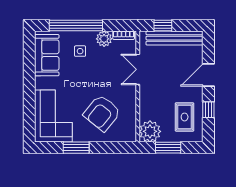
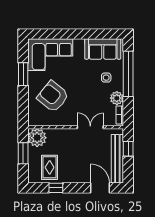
door: (208, 75) -> (100, 188), moved
rug: (185, 117) -> (50, 167), turned 90

